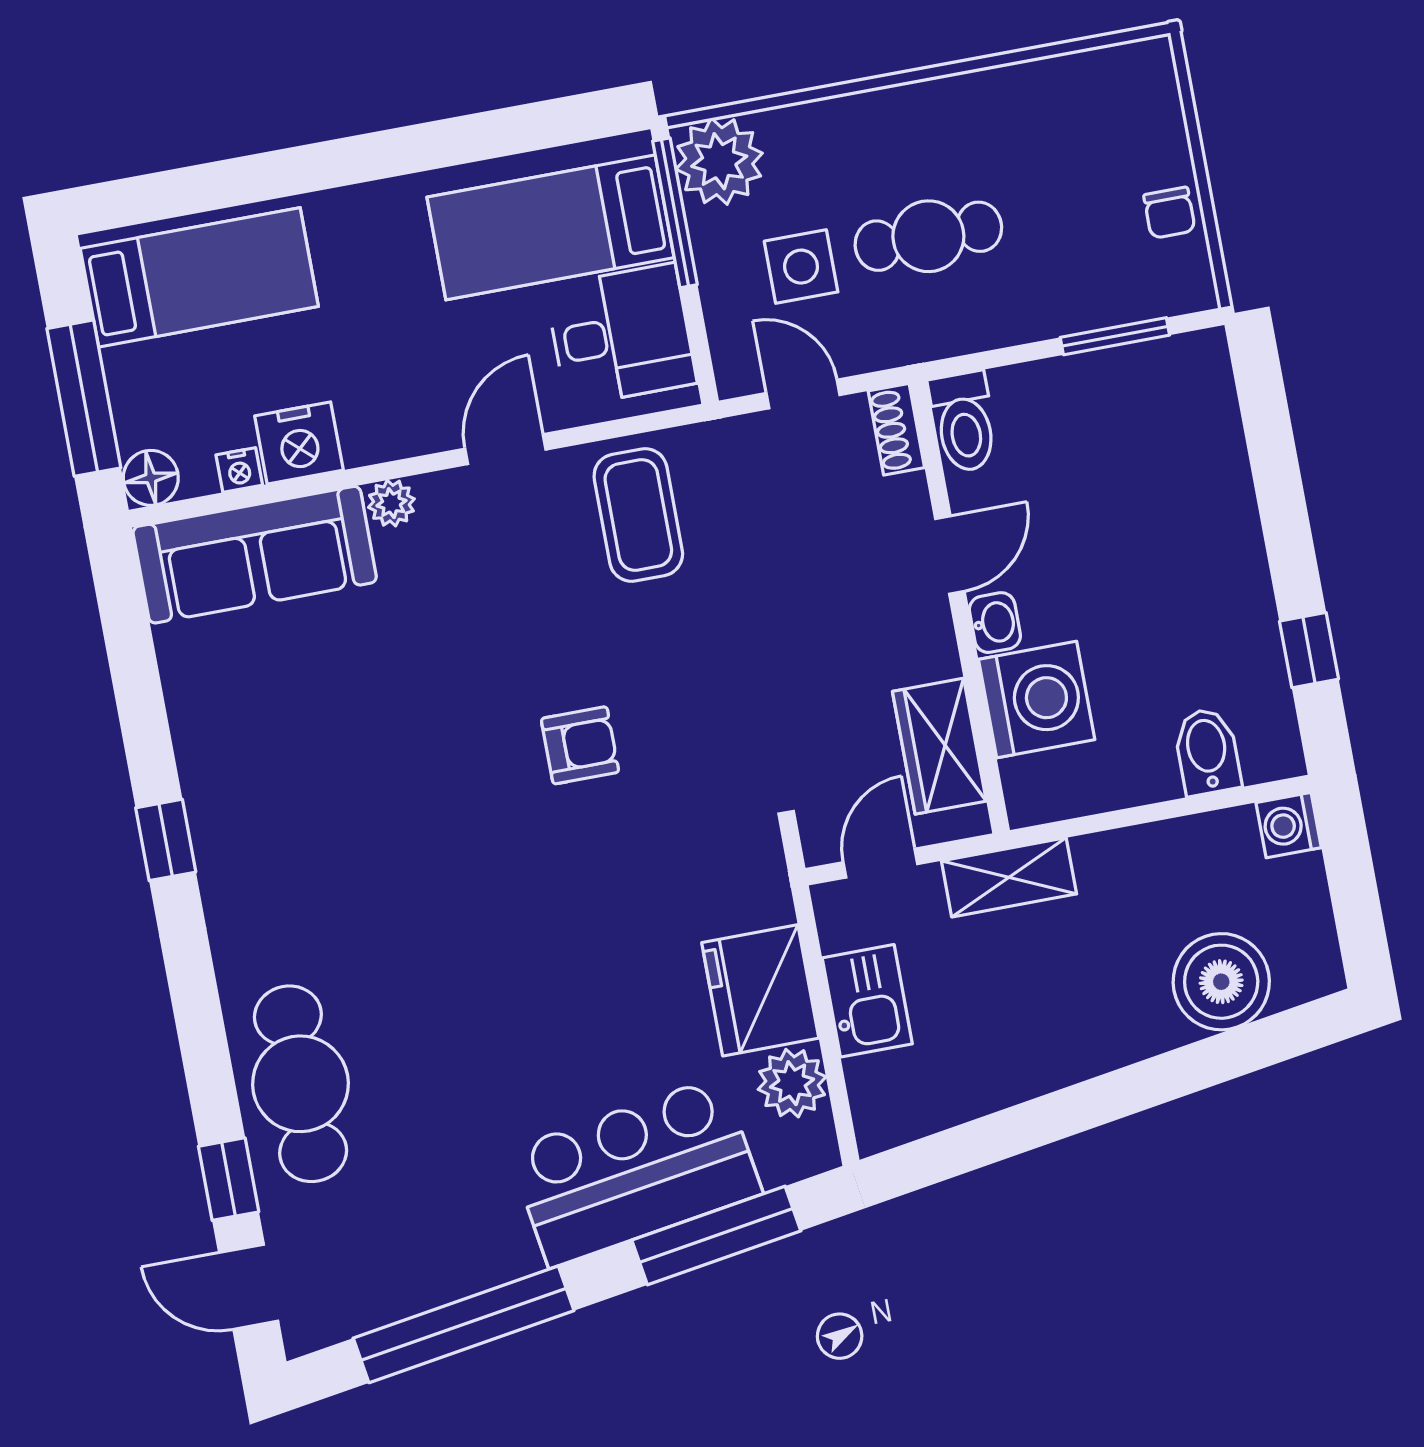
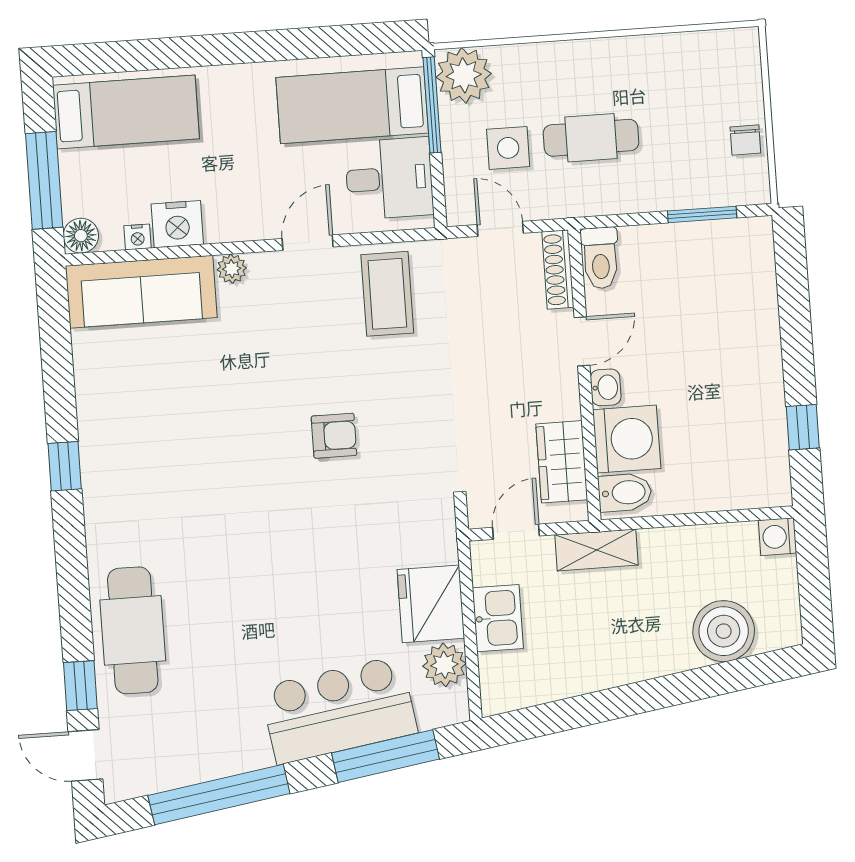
shoe rack: (896, 429) -> (558, 270), width x1.43
bidet: (1207, 751) -> (625, 493), moved, turned 90

